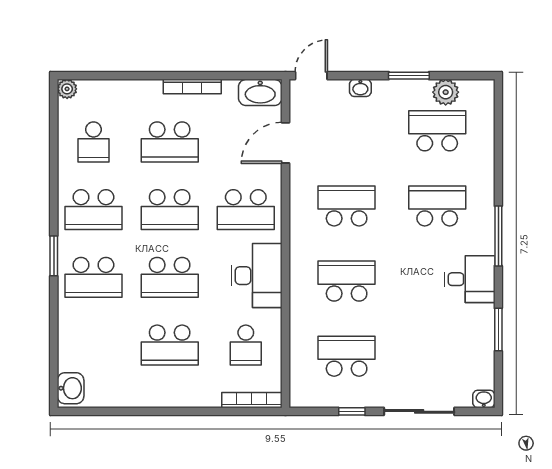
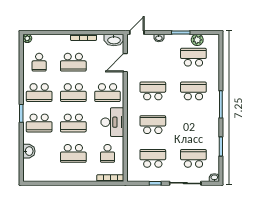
desk: (470, 279) -> (208, 124), removed
school desk: (437, 356) -> (193, 158), added
washbasin: (71, 388) -> (29, 151), moved

